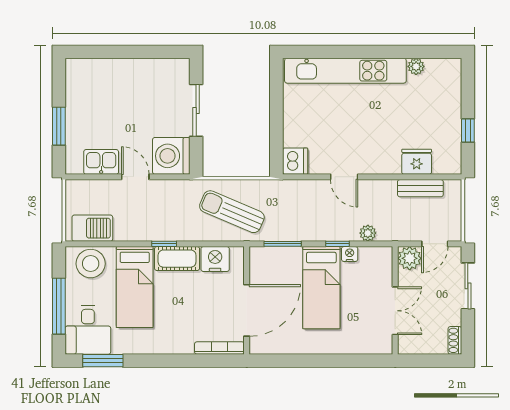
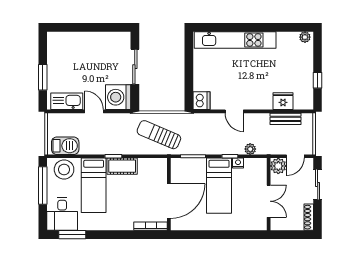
plant: (416, 66) -> (305, 37), moved
kitchen sink: (101, 162) -> (67, 101), width x1.38
nightstand: (215, 259) -> (148, 166), removed
window: (59, 306) -> (43, 186), moved
shoe rack: (455, 340) -> (309, 217), width x1.43

